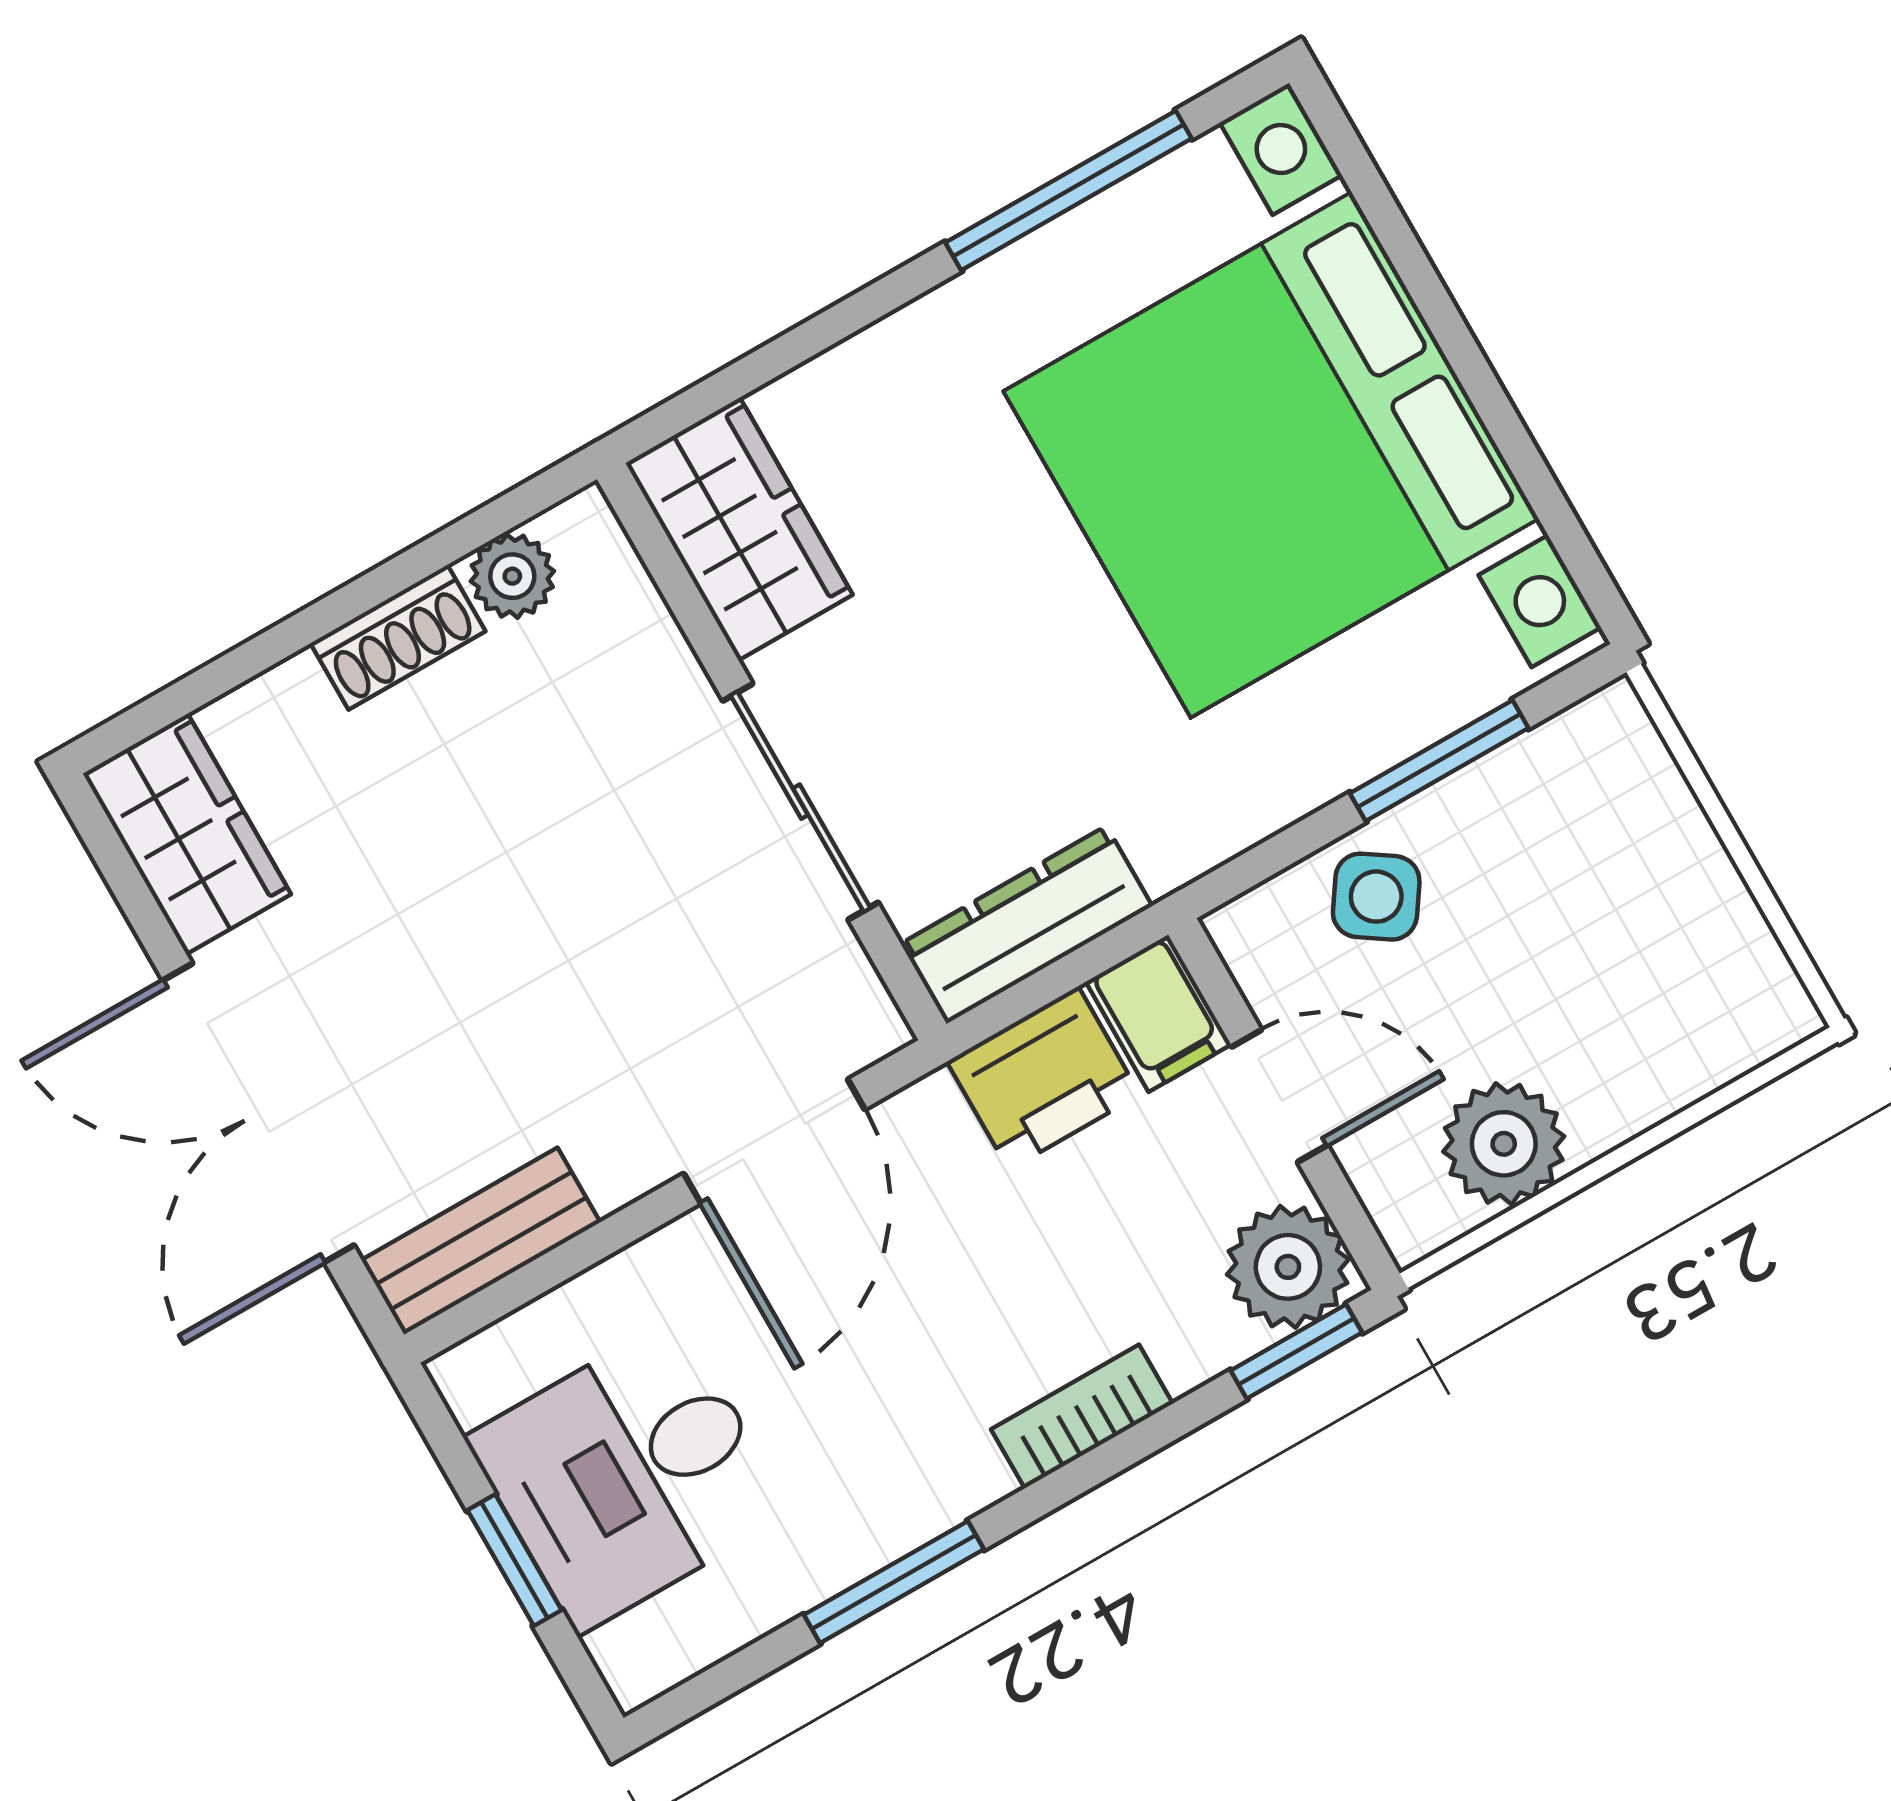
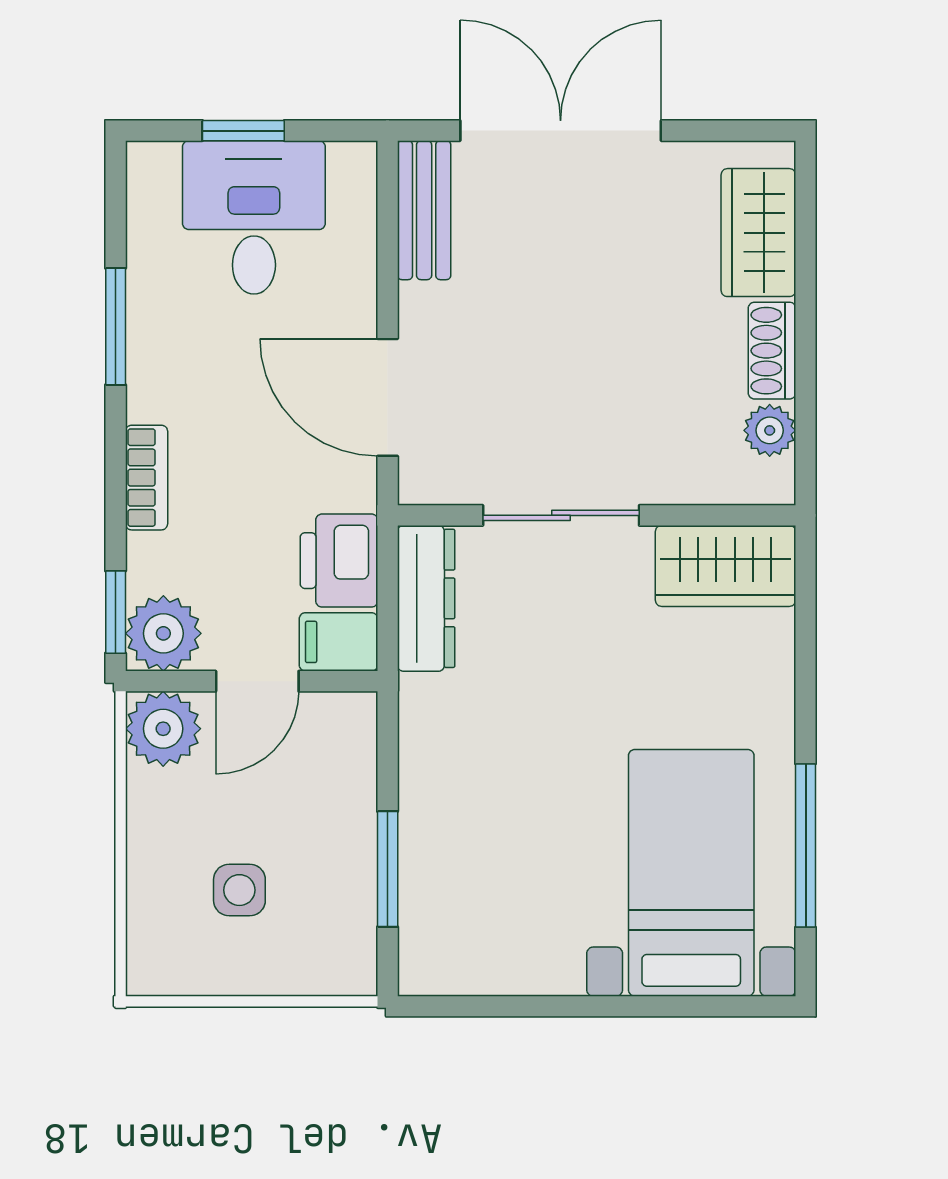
bed with nightstands: (1271, 455) -> (691, 873), width x0.54
wardrobe: (187, 834) -> (758, 233), moved, turned 90
side table: (1376, 897) -> (239, 890), moved, turned -34
plant: (1504, 1144) -> (163, 729), moved

